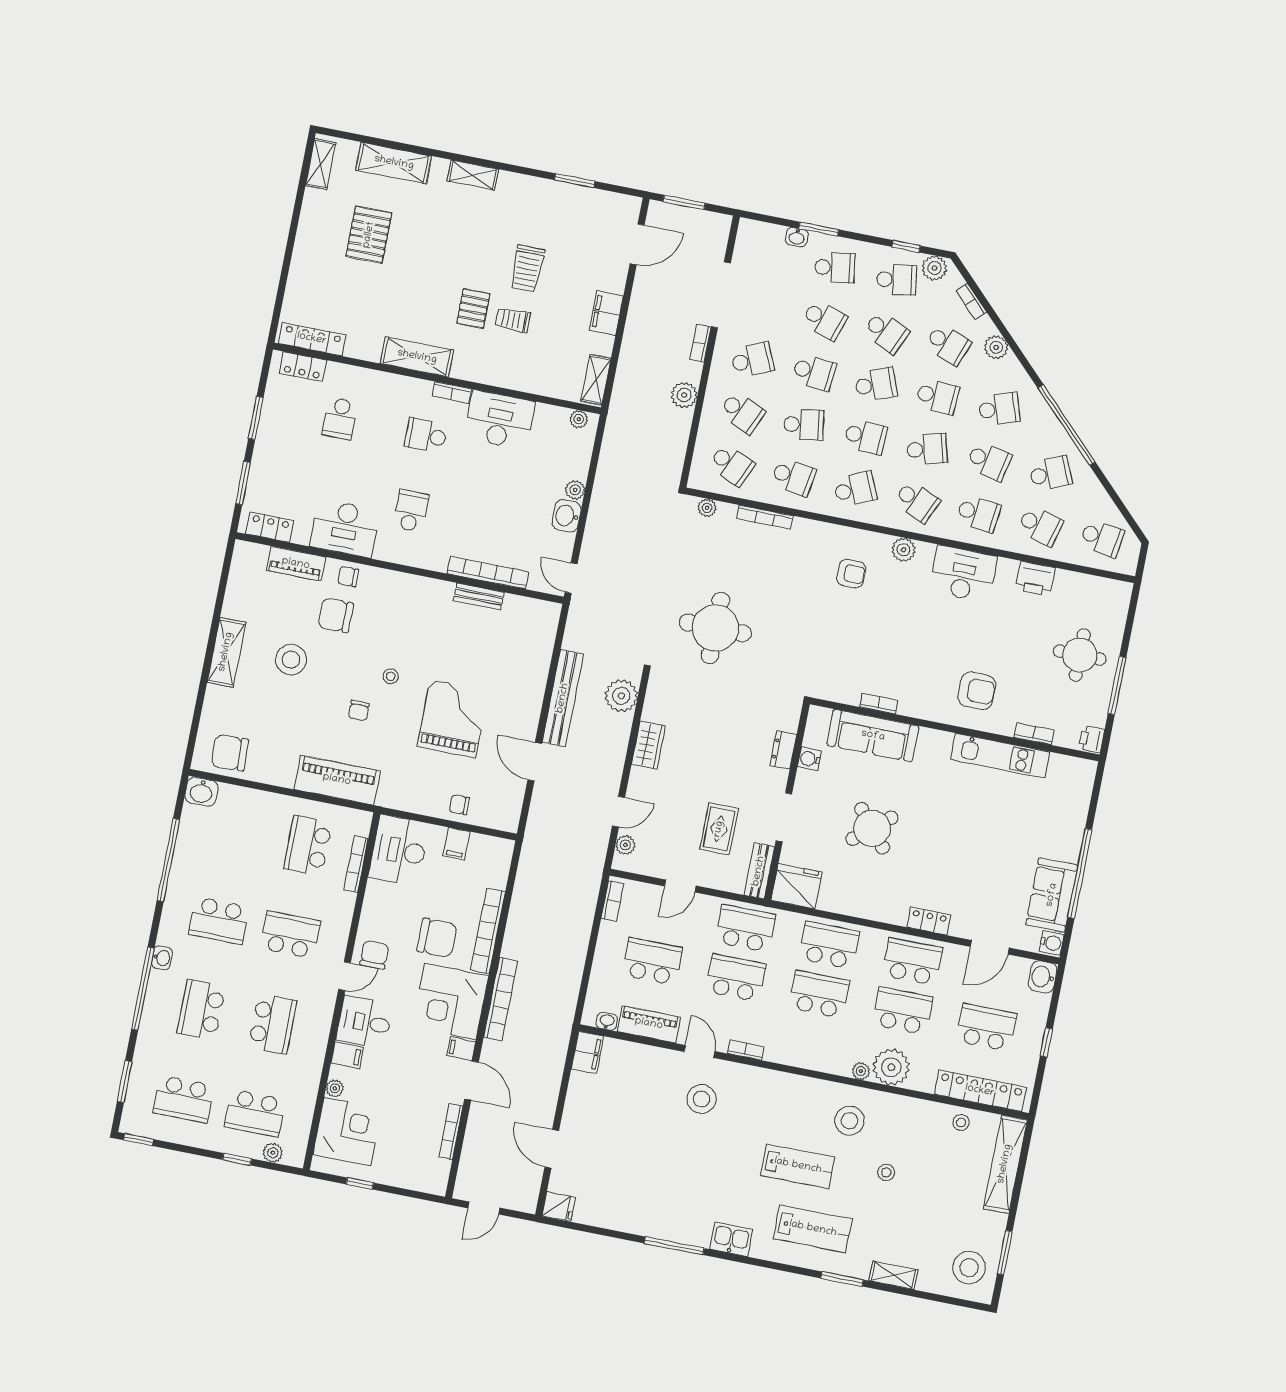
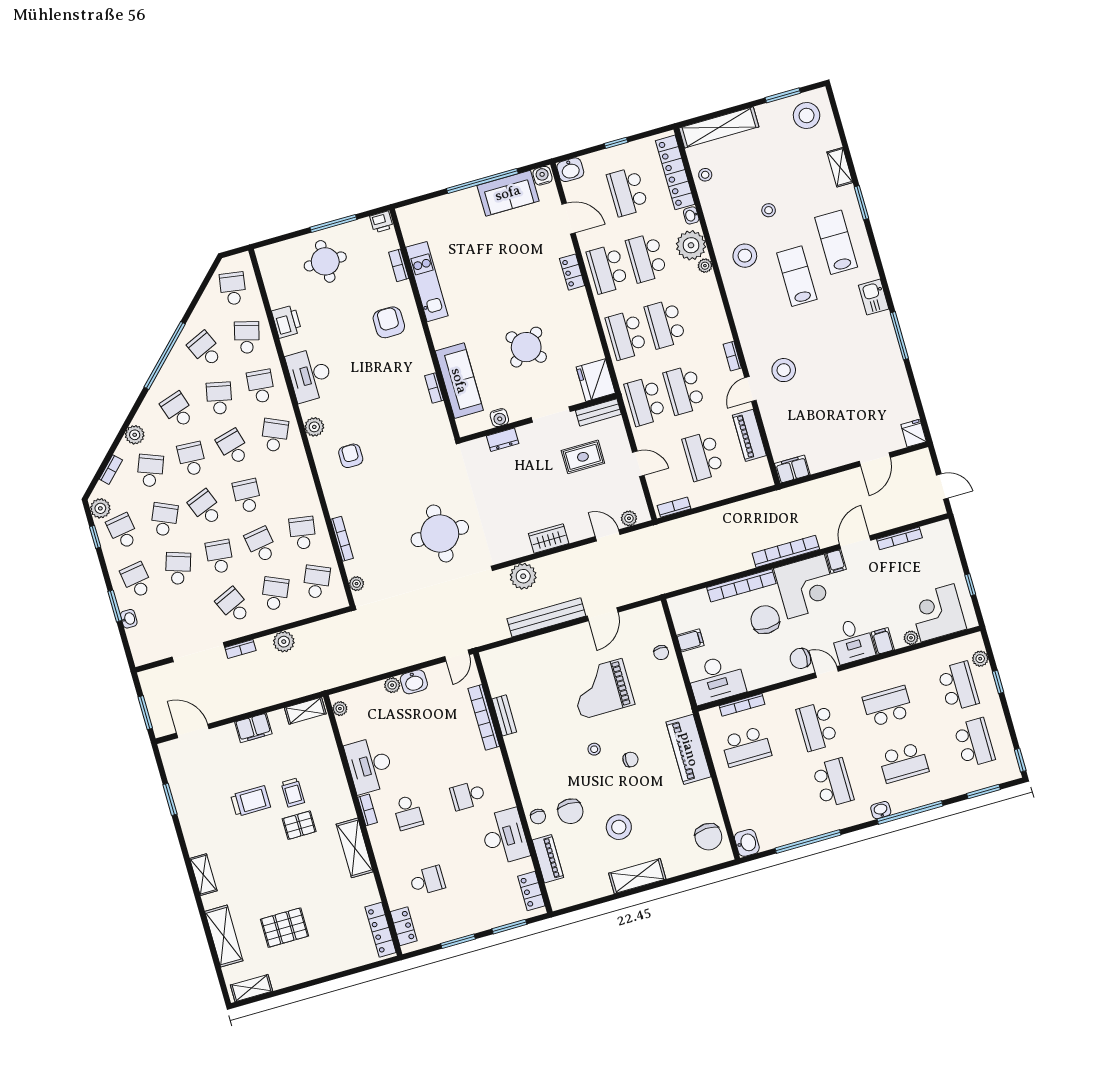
school desk: (855, 489) -> (289, 484), removed
washbasin: (607, 1021) -> (691, 215), moved

